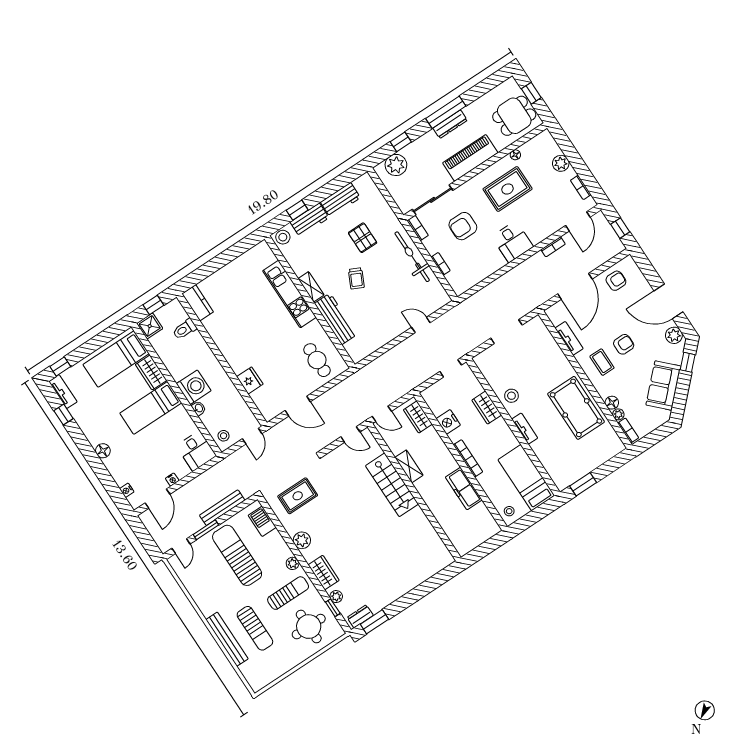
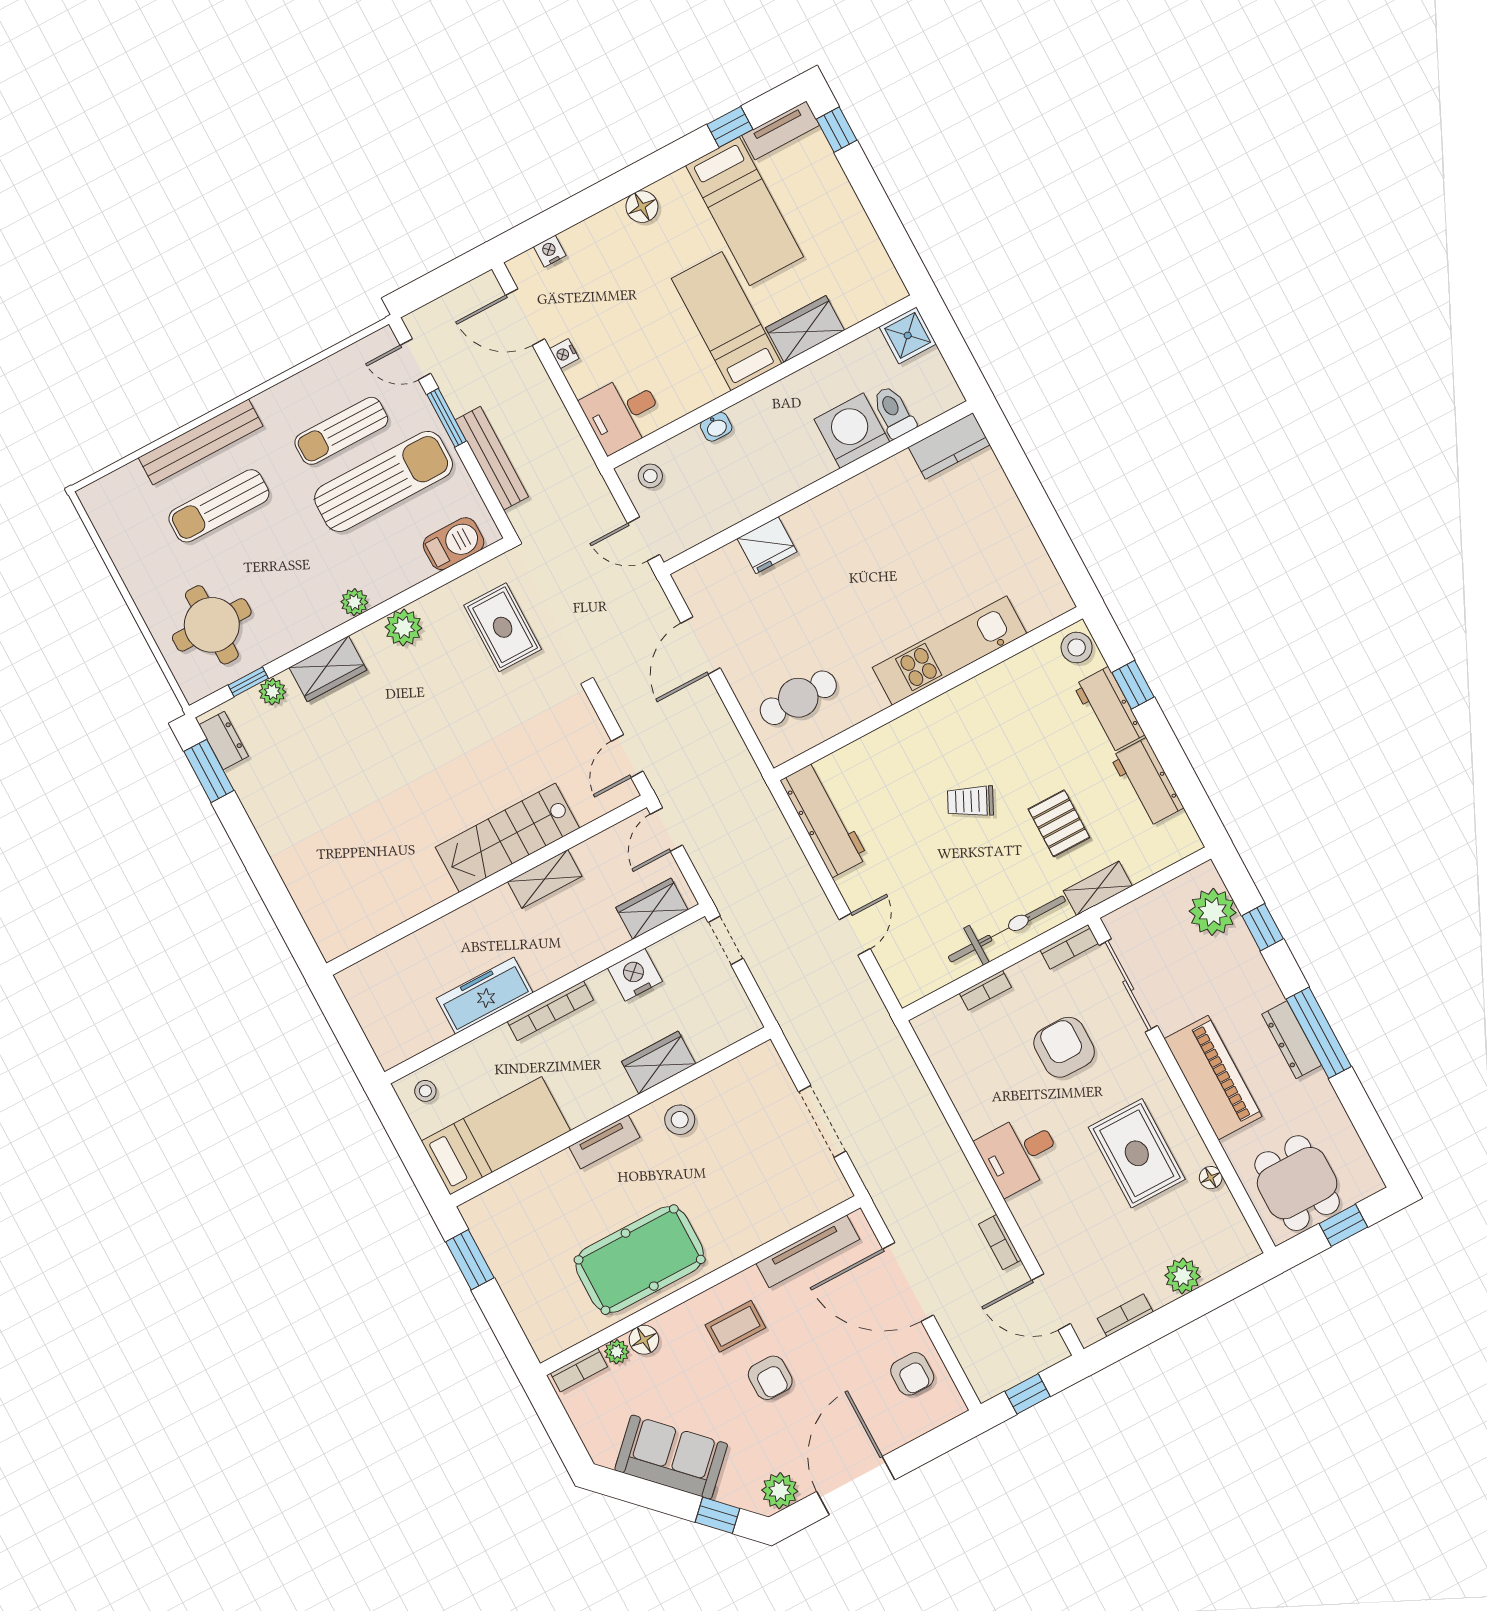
pallet: (363, 238) -> (1059, 823), turned 90
shelving: (311, 287) -> (1098, 888), moved
window: (153, 305) -> (953, 348), removed
workbench: (336, 319) -> (824, 819), moved, turned -90
tv unit: (569, 338) -> (808, 1251), width x1.41
bed: (116, 359) -> (745, 211), moved, turned 180
doorway: (451, 368) -> (726, 940), moved
washing machine: (194, 387) -> (852, 431), moved, turned 180
sun lounger: (288, 593) -> (341, 431), moved, turned 90

